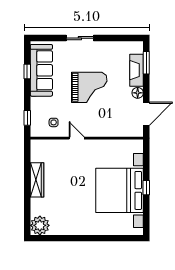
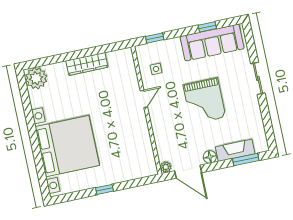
plant: (138, 132) -> (166, 167), added
bed with nightstands: (119, 190) -> (67, 146), moved, turned 90

